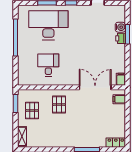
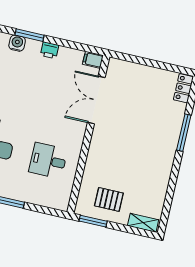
printer: (121, 38) -> (50, 50), moved
filing cabinet: (119, 99) -> (121, 69), removed
pallet: (59, 105) -> (109, 158), removed

